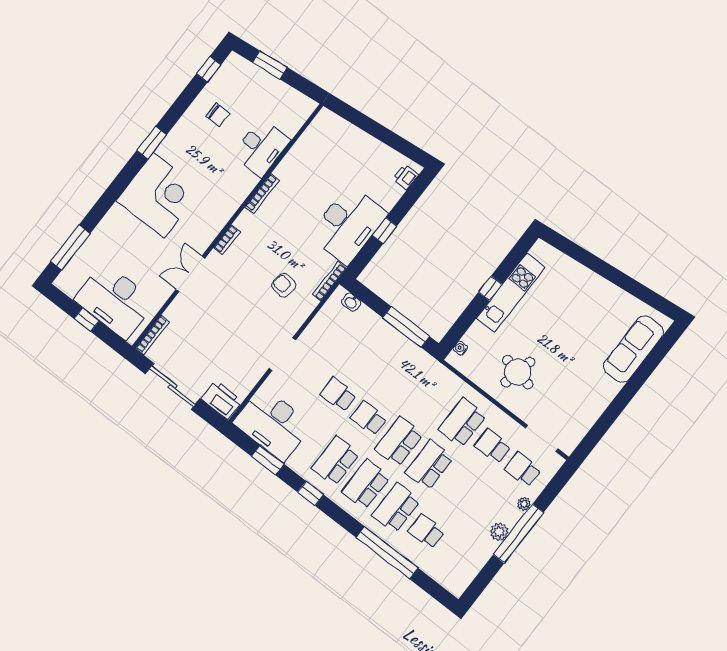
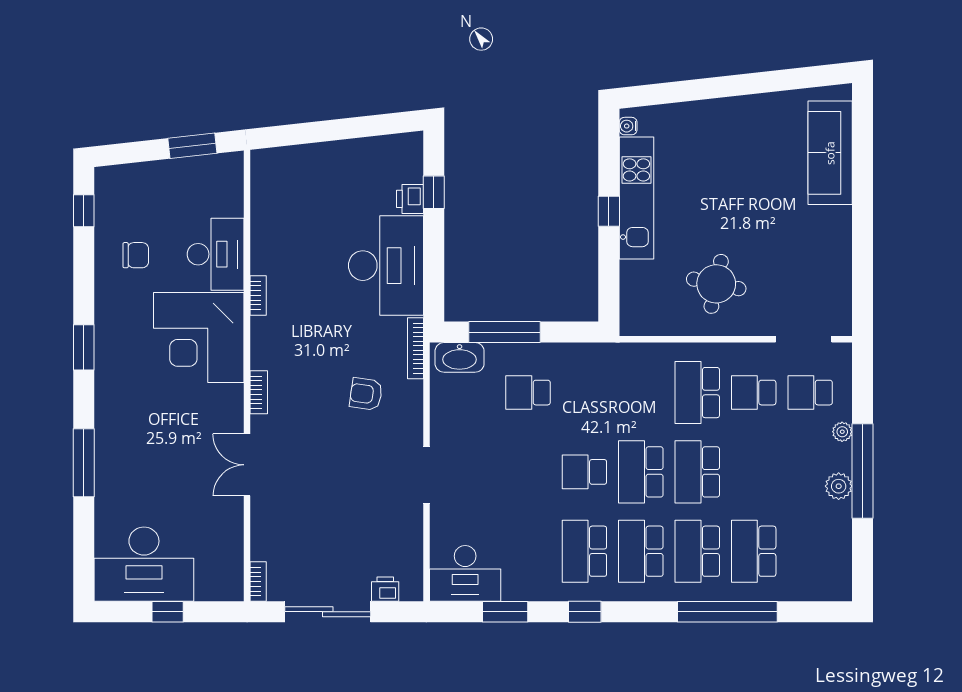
window: (270, 65) -> (192, 146), moved
printer: (405, 177) -> (410, 199), moved
bookcase: (262, 193) -> (258, 295), width x0.64
corner desk: (159, 195) -> (199, 338), moved, turned 180
window: (384, 231) -> (434, 192), moved
window: (70, 248) -> (84, 463), moved
desk: (115, 301) -> (144, 564), moved
washbasin: (351, 302) -> (460, 357), width x1.91, depth x1.45
window: (406, 327) -> (505, 332), moved
bookcase: (152, 335) -> (258, 582), width x0.64
water cooler: (460, 348) -> (628, 126), moved
school desk: (338, 395) -> (528, 393), moved
printer: (222, 400) -> (385, 589), width x0.53, depth x0.68
desk: (273, 424) -> (465, 573), width x0.73, depth x0.77
school desk: (426, 531) -> (754, 551), width x1.85

